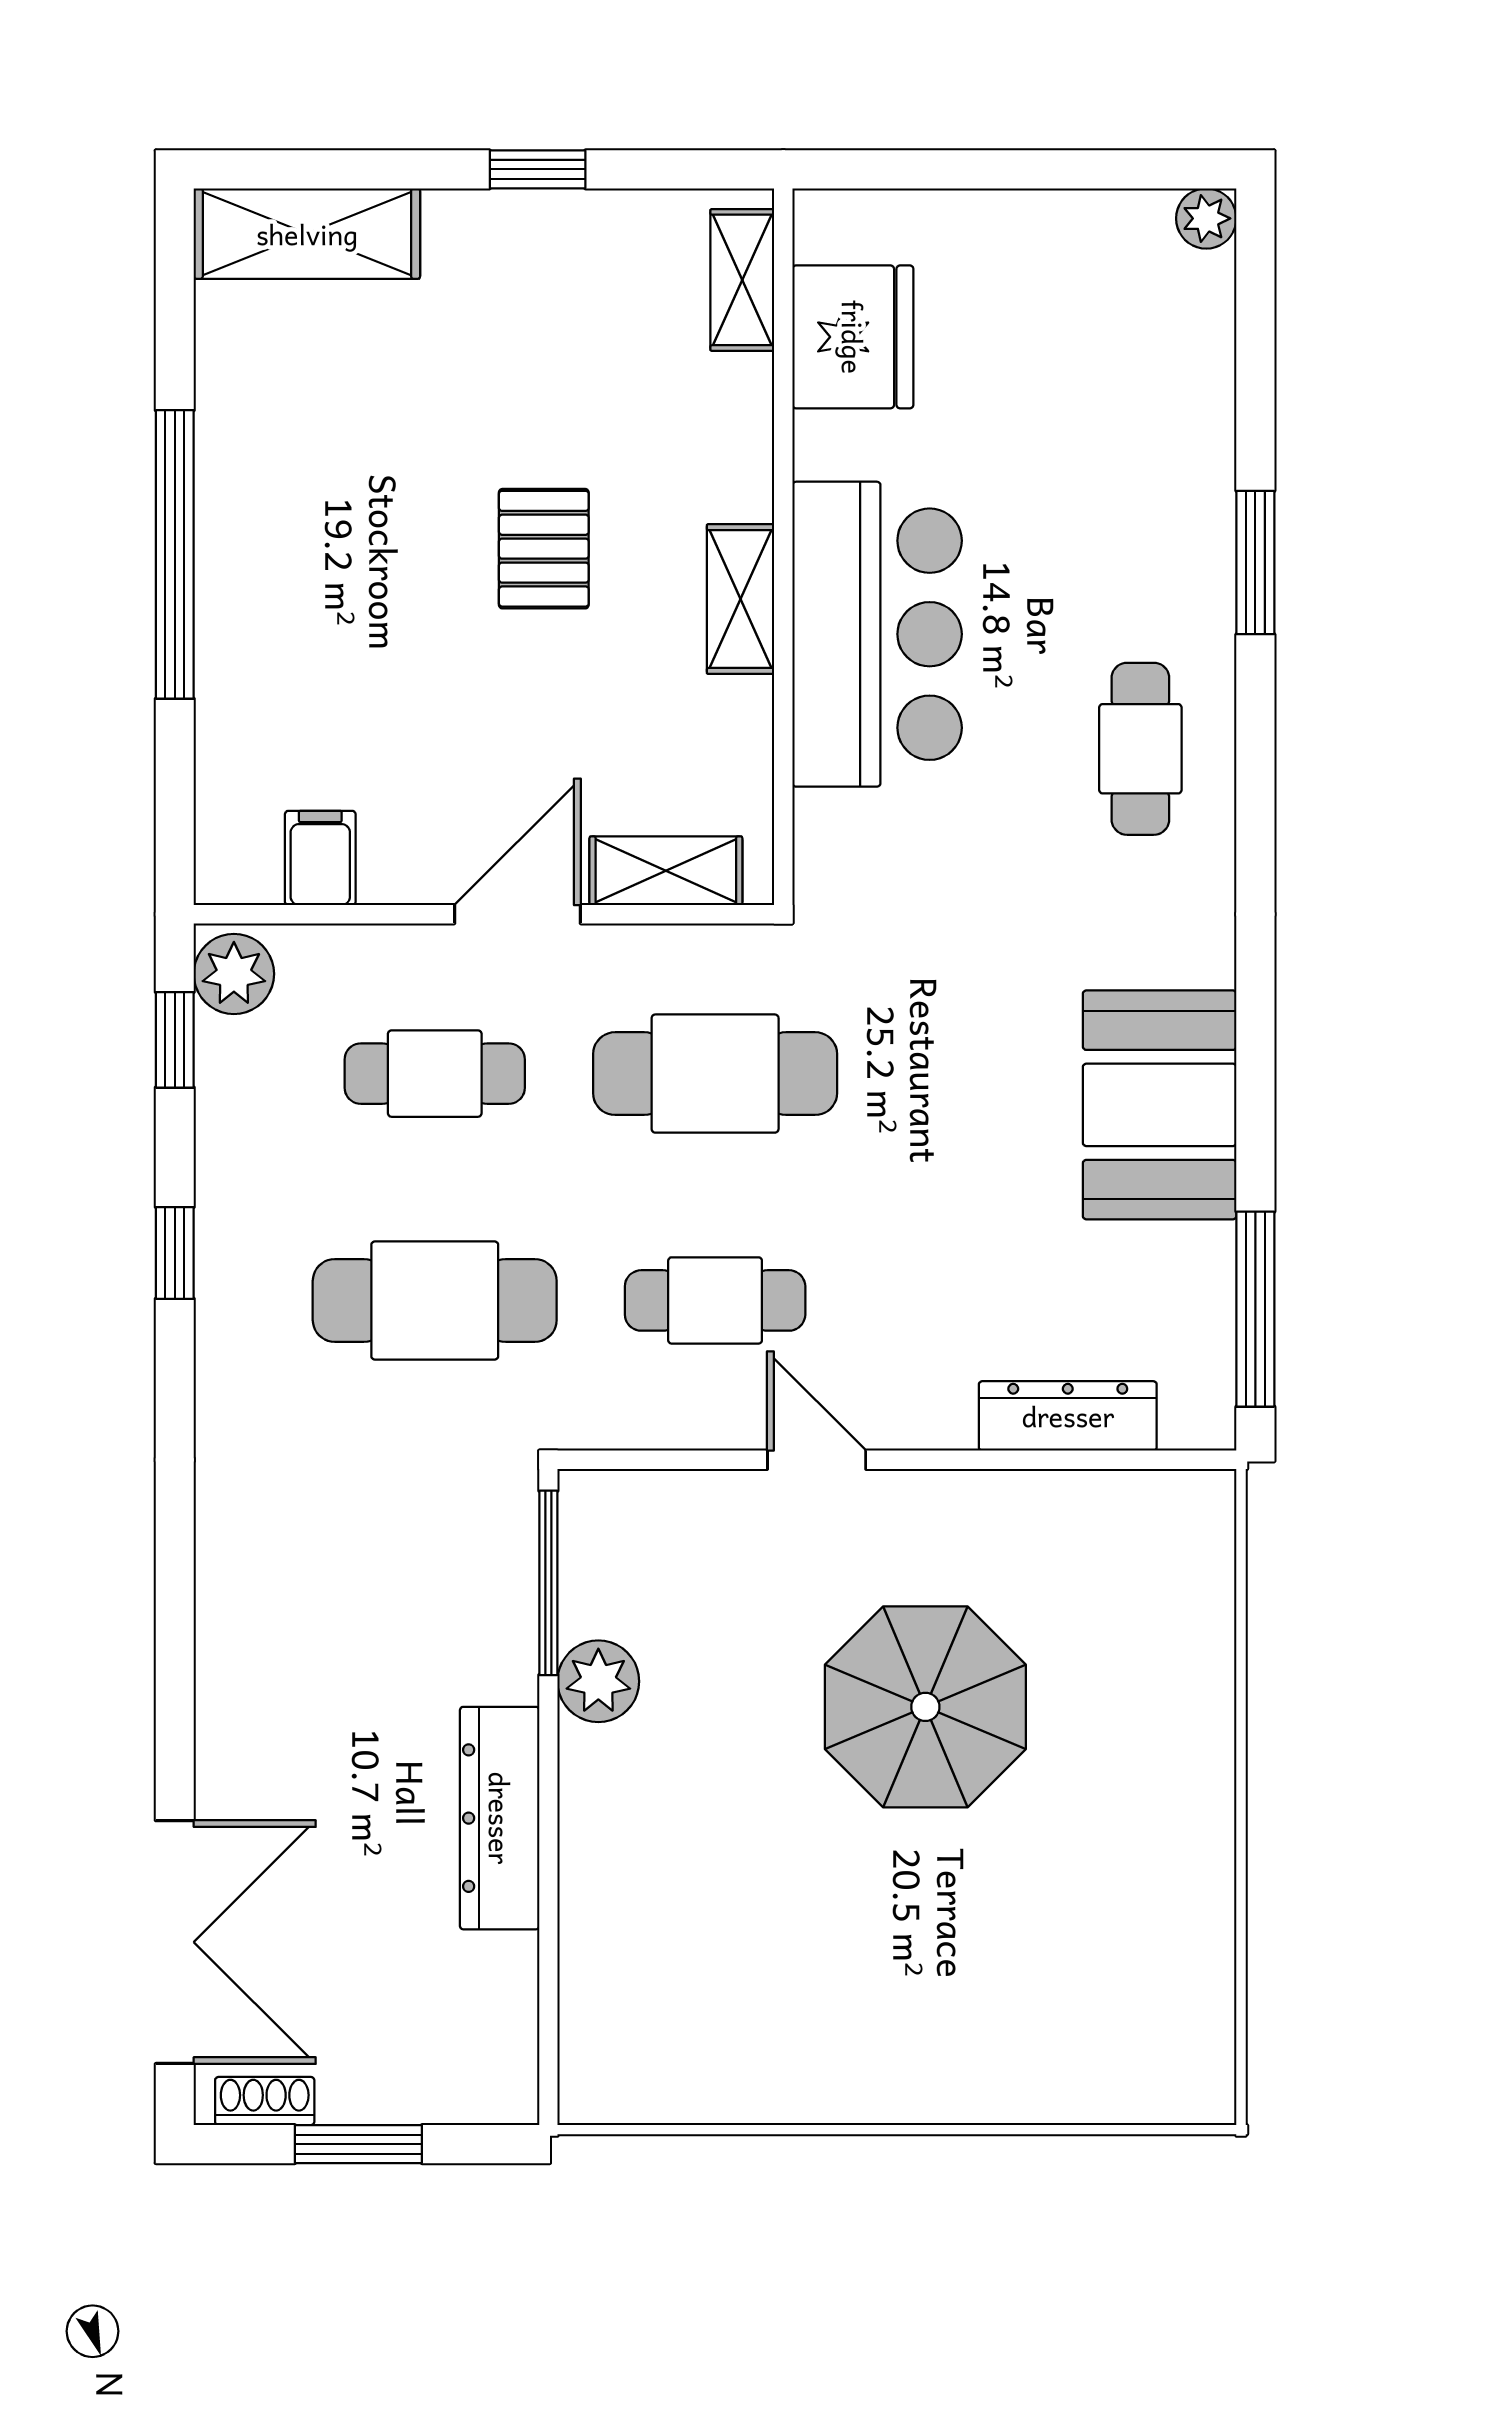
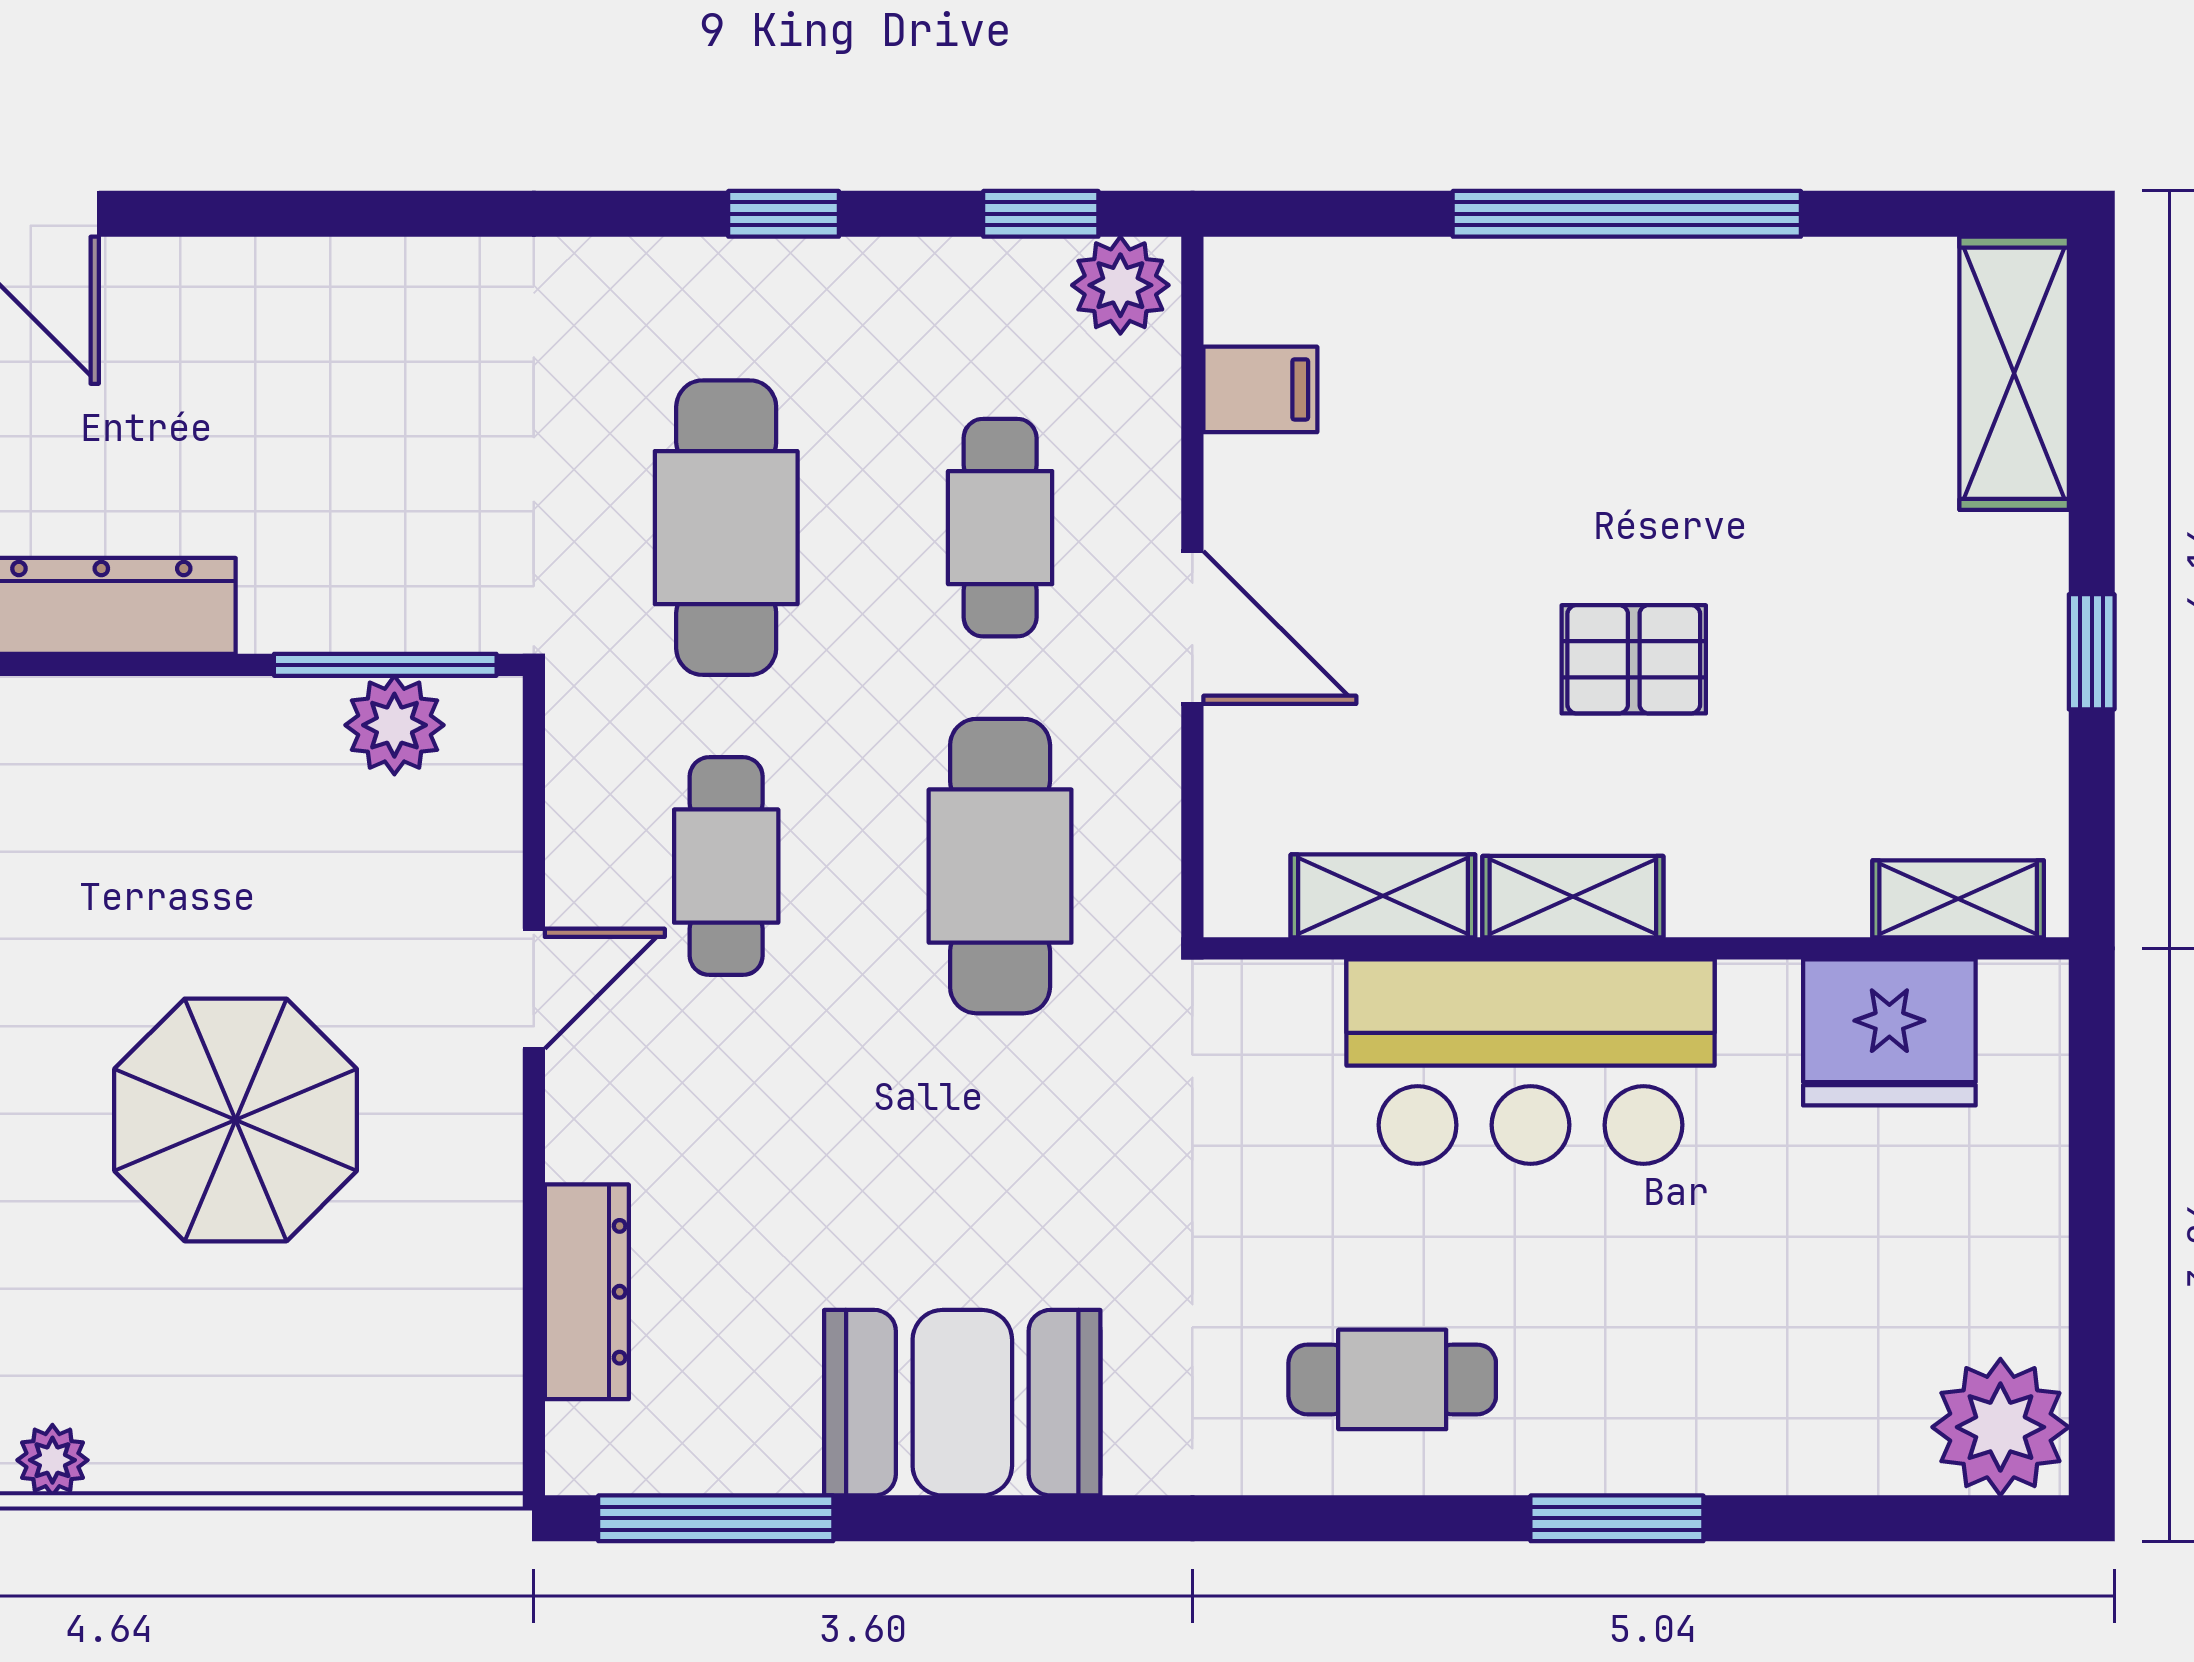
plant: (1206, 218) -> (2000, 1427), width x1.88, depth x1.88
shelving: (666, 871) -> (1383, 896), moved, turned 90
plant: (598, 1681) -> (394, 725), moved
plant: (1207, 1859) -> (52, 1460), added

